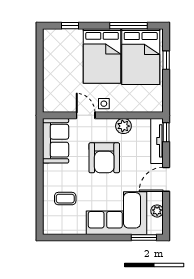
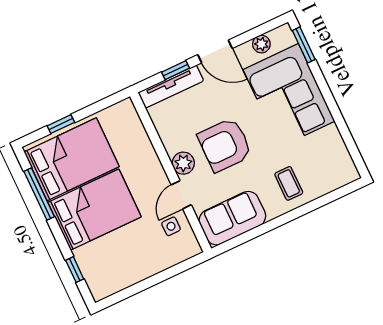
side table: (104, 104) -> (171, 226), moved
plant: (123, 126) -> (183, 163), moved
window: (166, 132) -> (175, 70), moved
armchair: (104, 158) -> (225, 145), turned 180
coffee table: (65, 199) -> (289, 183), moved

